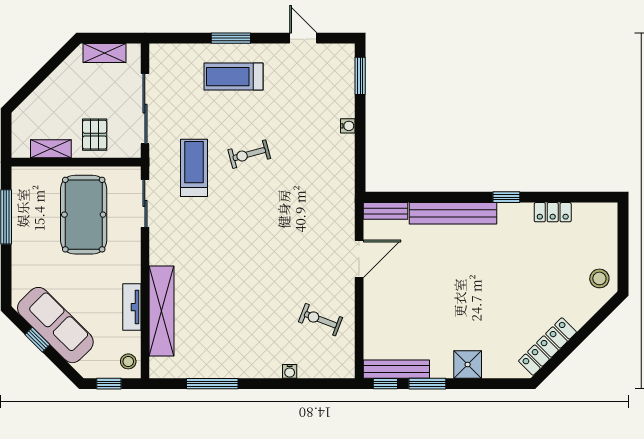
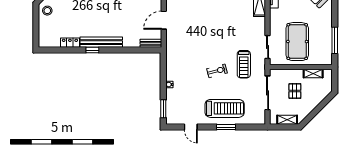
treadmill: (234, 77) -> (225, 108), width x1.37, depth x1.38
pallet: (95, 135) -> (295, 91), moved
bench: (453, 213) -> (101, 42), moved

